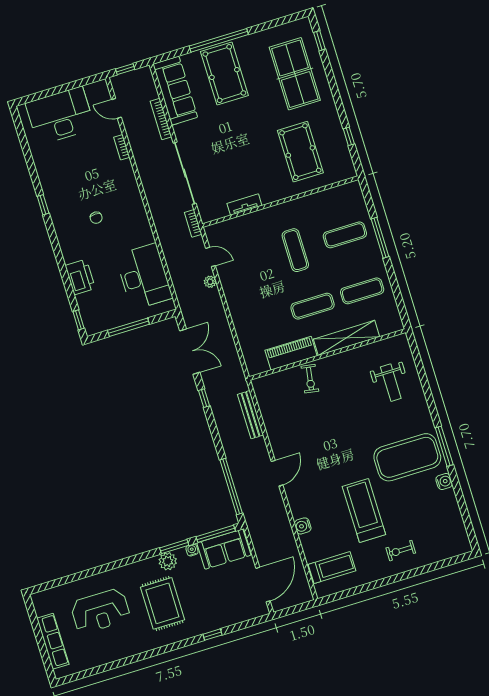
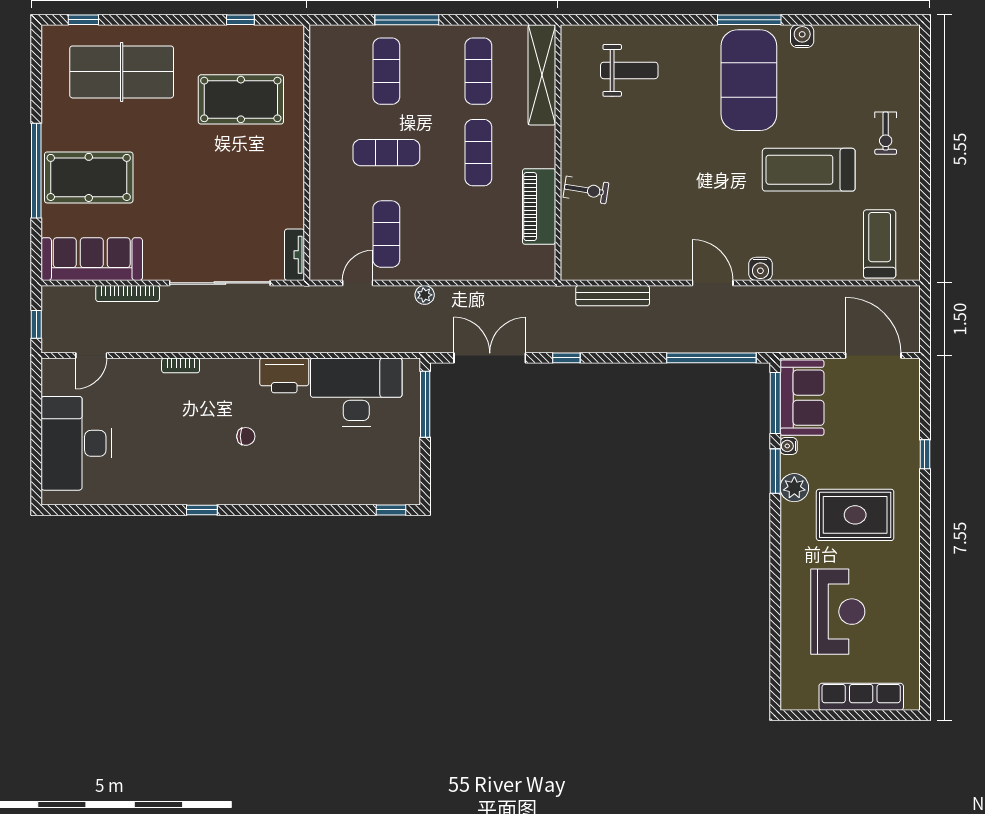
bookcase: (122, 147) -> (181, 365), moved
tv unit: (244, 205) -> (294, 255), moved
bookcase: (193, 223) -> (299, 294), removed
exercise mat: (246, 265) -> (386, 234), added
printer: (80, 277) -> (284, 375), moved, turned 180
plant: (210, 282) -> (425, 295), moved
window: (128, 327) -> (425, 404), moved
shelving: (346, 338) -> (542, 75), moved
water cooler: (303, 526) -> (760, 269), moved

